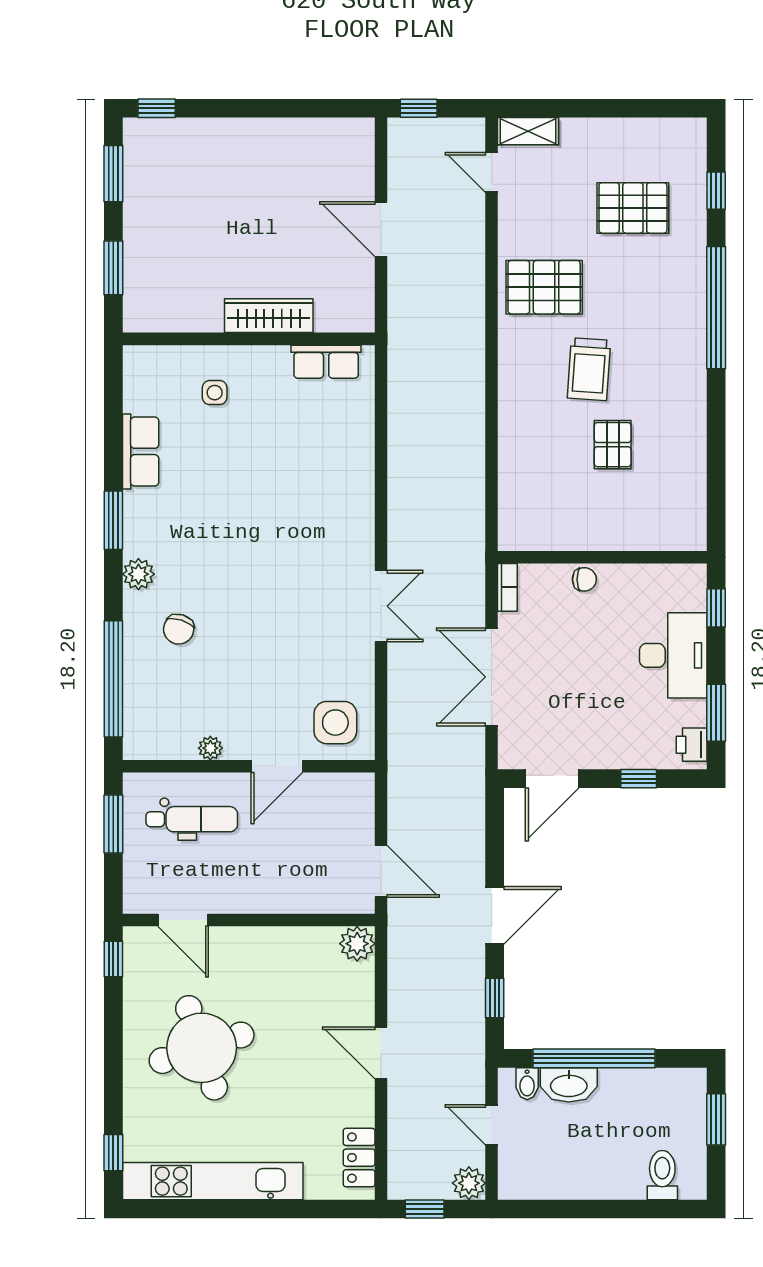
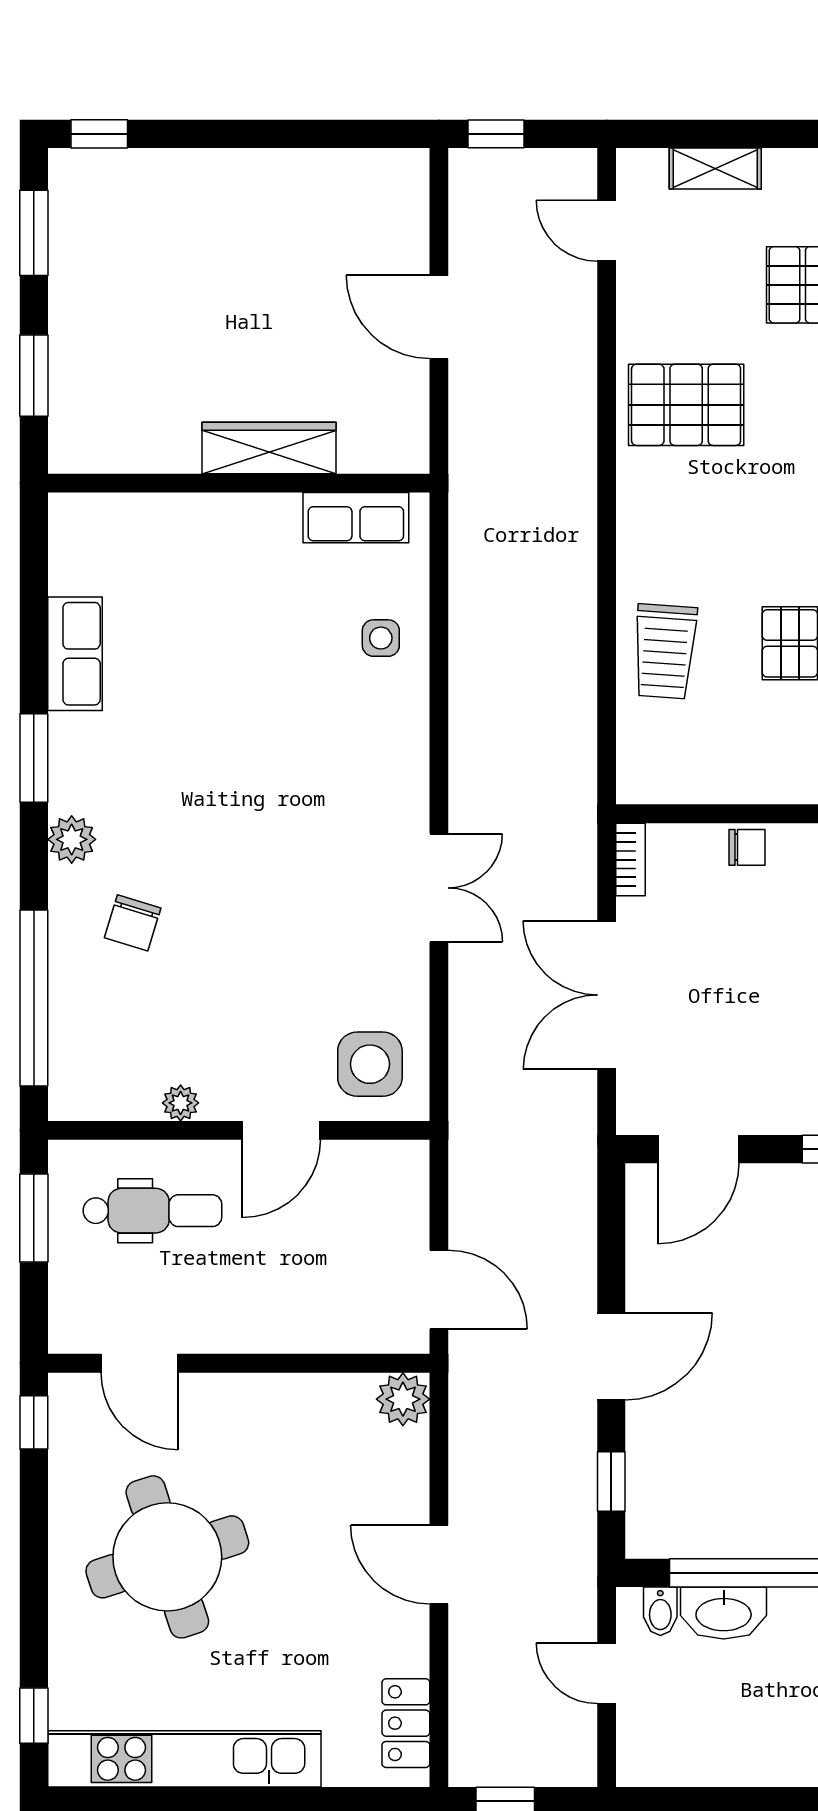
shelving: (528, 131) -> (715, 168), moved
trolley: (589, 369) -> (665, 651), moved
side table: (215, 393) -> (381, 638), moved
plant: (469, 1183) -> (572, 1762), removed

